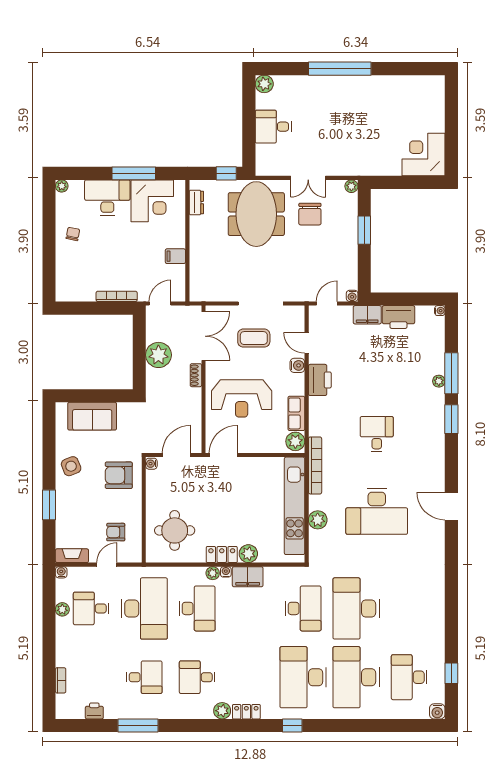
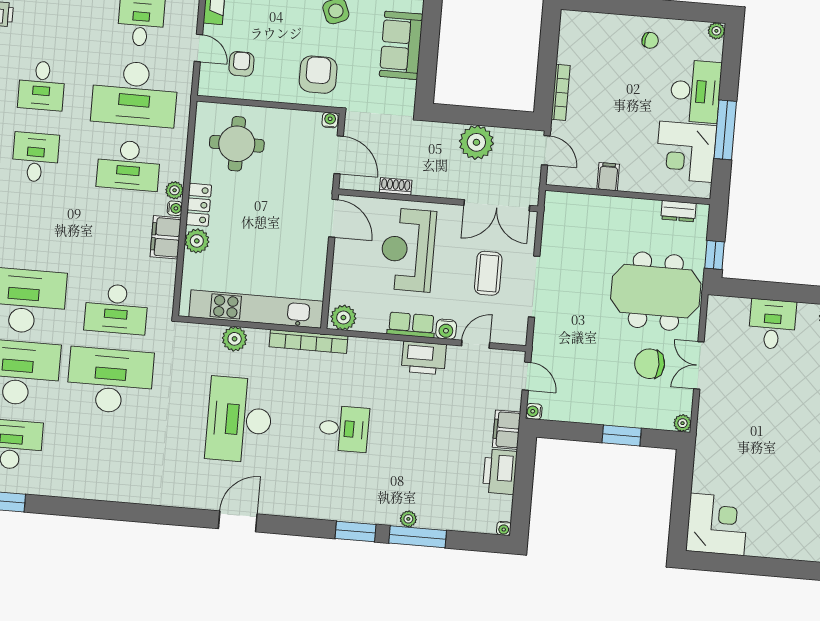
shoe rack: (196, 375) -> (396, 186), moved
row of seats: (296, 413) -> (411, 325), moved

